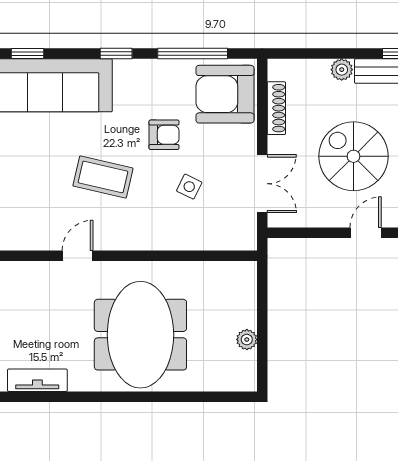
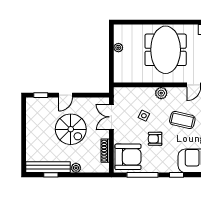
plant: (150, 237) -> (161, 93), added

